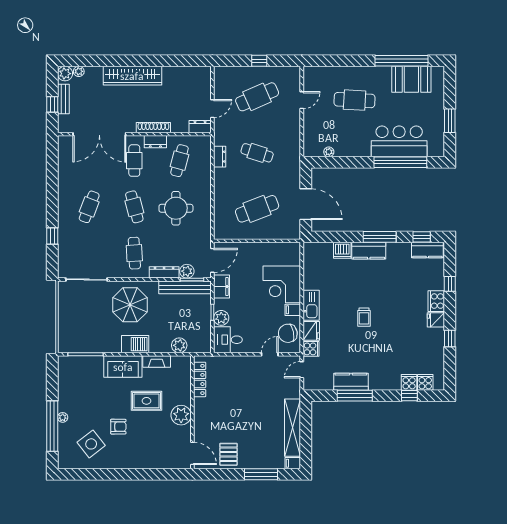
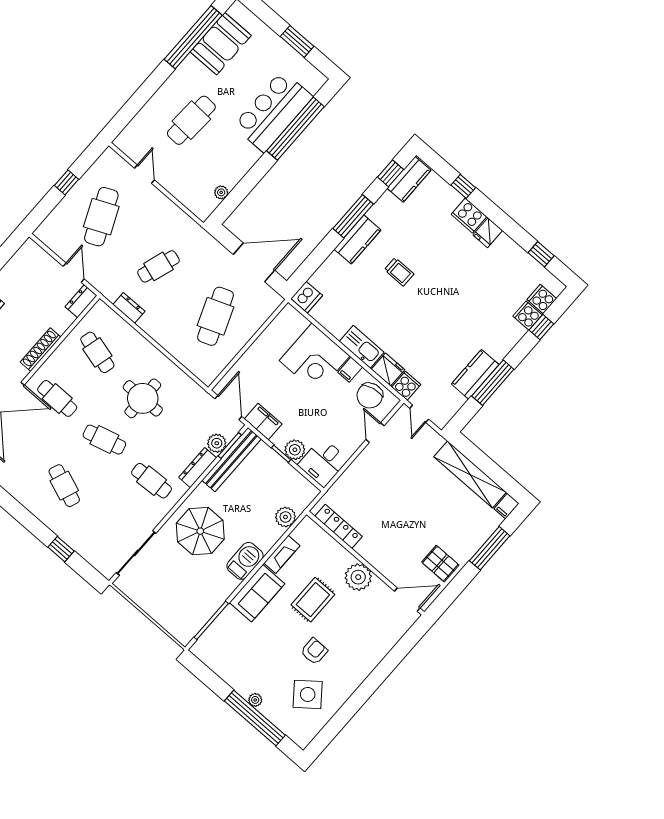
dresser: (155, 142) -> (57, 360), removed
dishwasher: (342, 250) -> (307, 297), moved
trolley: (364, 317) -> (399, 272), moved
window: (450, 339) -> (541, 254), moved

